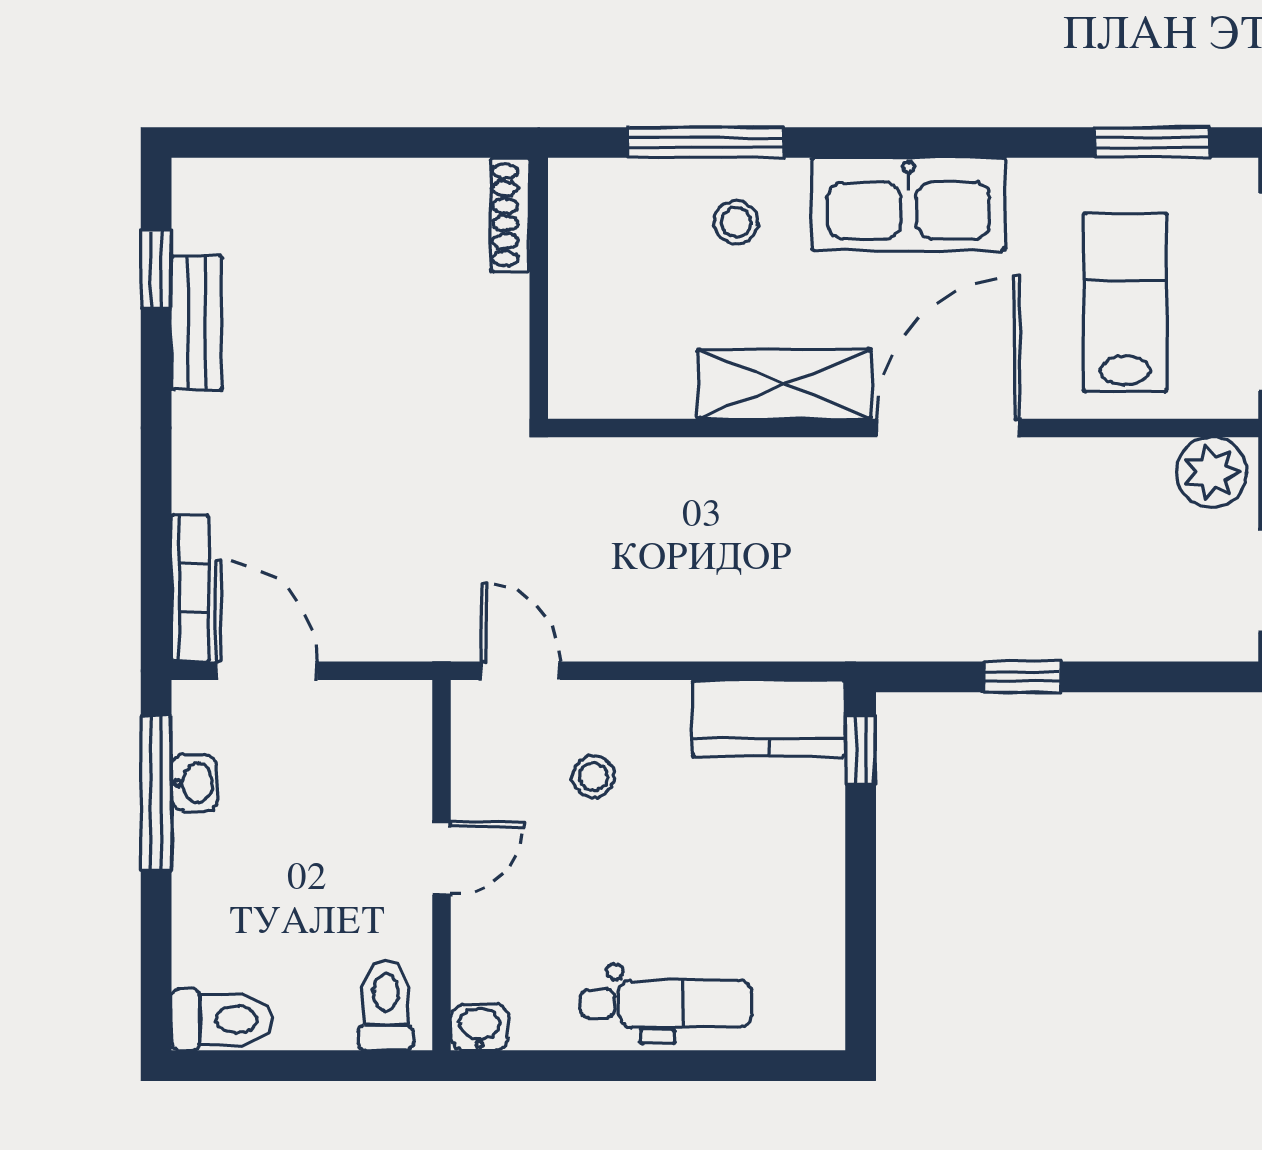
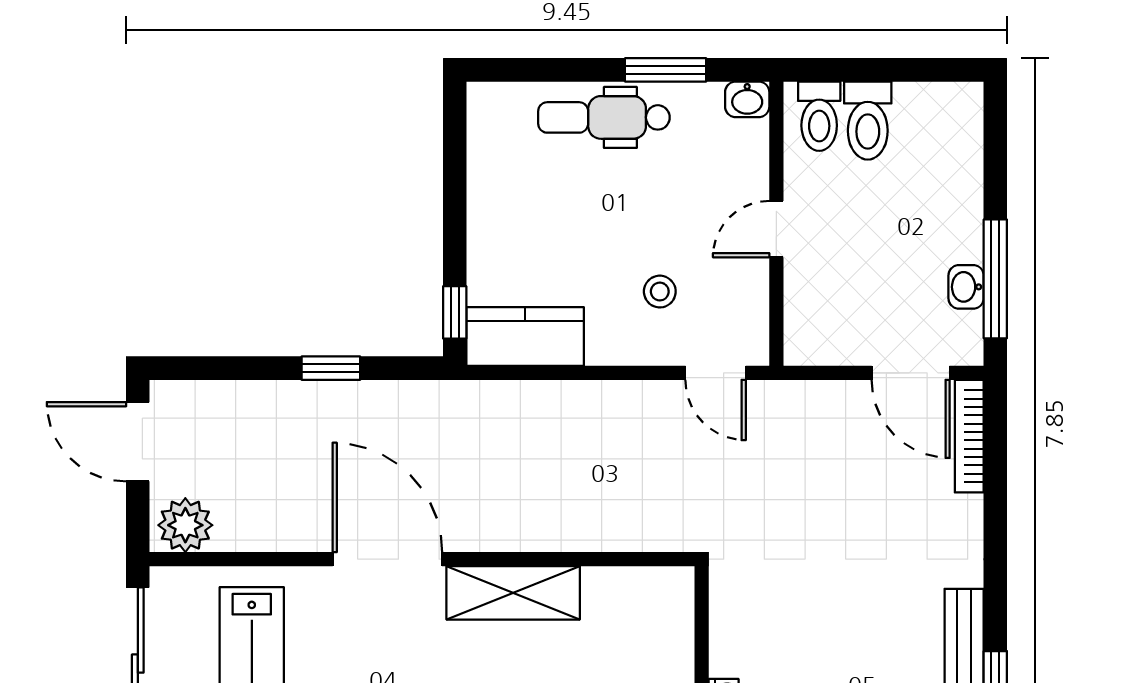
door: (948, 428) -> (387, 559), swing flipped
toilet: (222, 1020) -> (868, 121), moved, turned -90
window: (586, 1066) -> (666, 70), added

